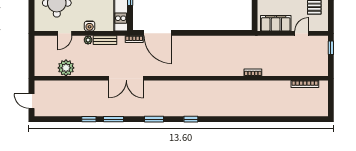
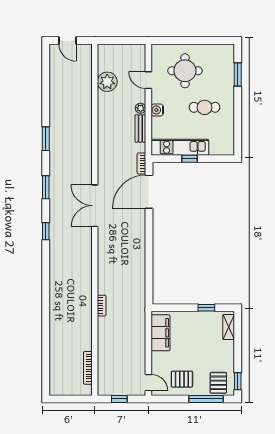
door: (302, 33) -> (148, 383), moved
window: (331, 48) -> (119, 399), moved
double door: (126, 78) -> (95, 206), moved
door: (32, 101) -> (67, 40), swing flipped
window: (89, 119) -> (46, 109), removed

